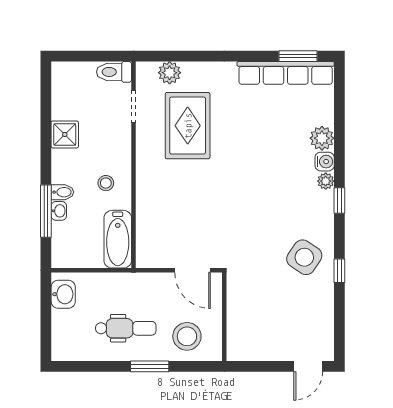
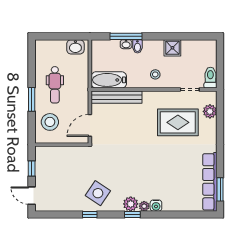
plant: (322, 138) -> (131, 204), moved
stool: (106, 183) -> (155, 74), moved
bench: (146, 227) -> (117, 97), added
window: (264, 366) -> (32, 169), added

